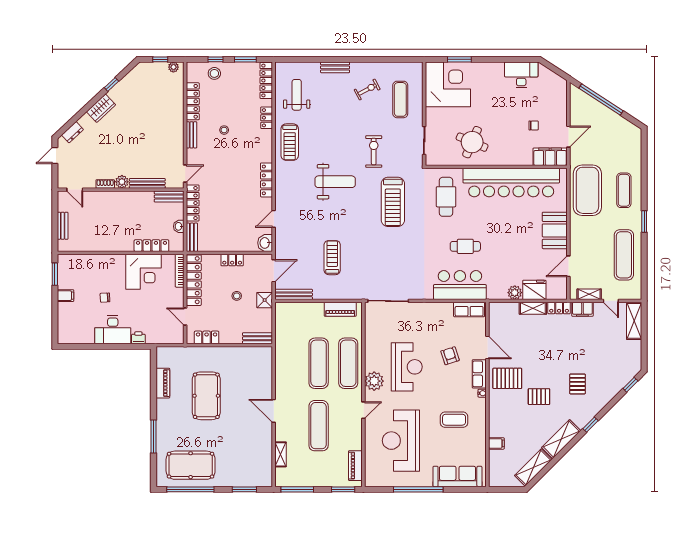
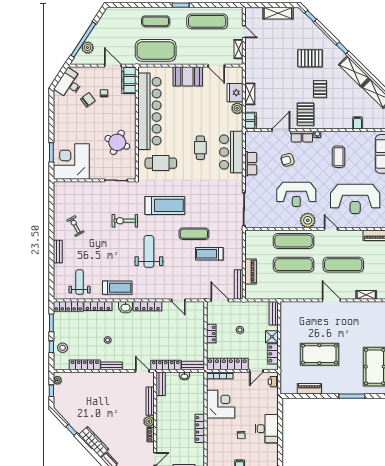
desk: (521, 75) -> (69, 84), moved, turned 33
weight bench: (297, 95) -> (80, 282), turned 90
exercise mat: (400, 99) -> (194, 234), moved
chair: (525, 105) -> (88, 100), added
plant: (591, 105) -> (88, 48), added
wardrobe: (101, 108) -> (94, 442), width x1.50
locker: (267, 118) -> (98, 306), width x1.53
washbasin: (265, 243) -> (125, 307), moved
locker: (151, 246) -> (200, 428), moved
shower: (265, 300) -> (272, 337), moved
door: (611, 301) -> (244, 32), hinge flipped
locker: (559, 308) -> (250, 73), removed
piano: (340, 309) -> (250, 271), moved
row of seats: (469, 309) -> (251, 164), moved
filing cabinet: (582, 309) -> (250, 121), moved
shelving: (634, 321) -> (278, 13), moved
printer: (138, 338) -> (273, 382), moved
reception desk: (407, 367) -> (296, 194), turned 180
pallet: (578, 384) -> (310, 58), width x1.50, depth x1.42
door: (274, 411) -> (331, 300), swing flipped

